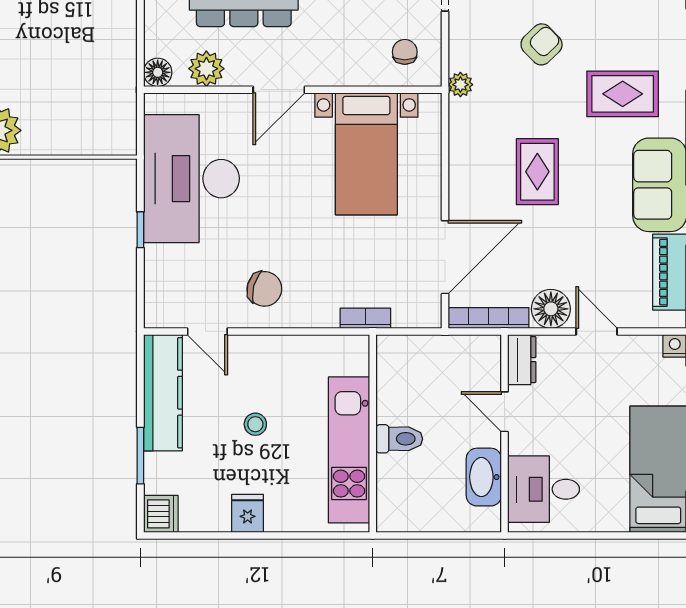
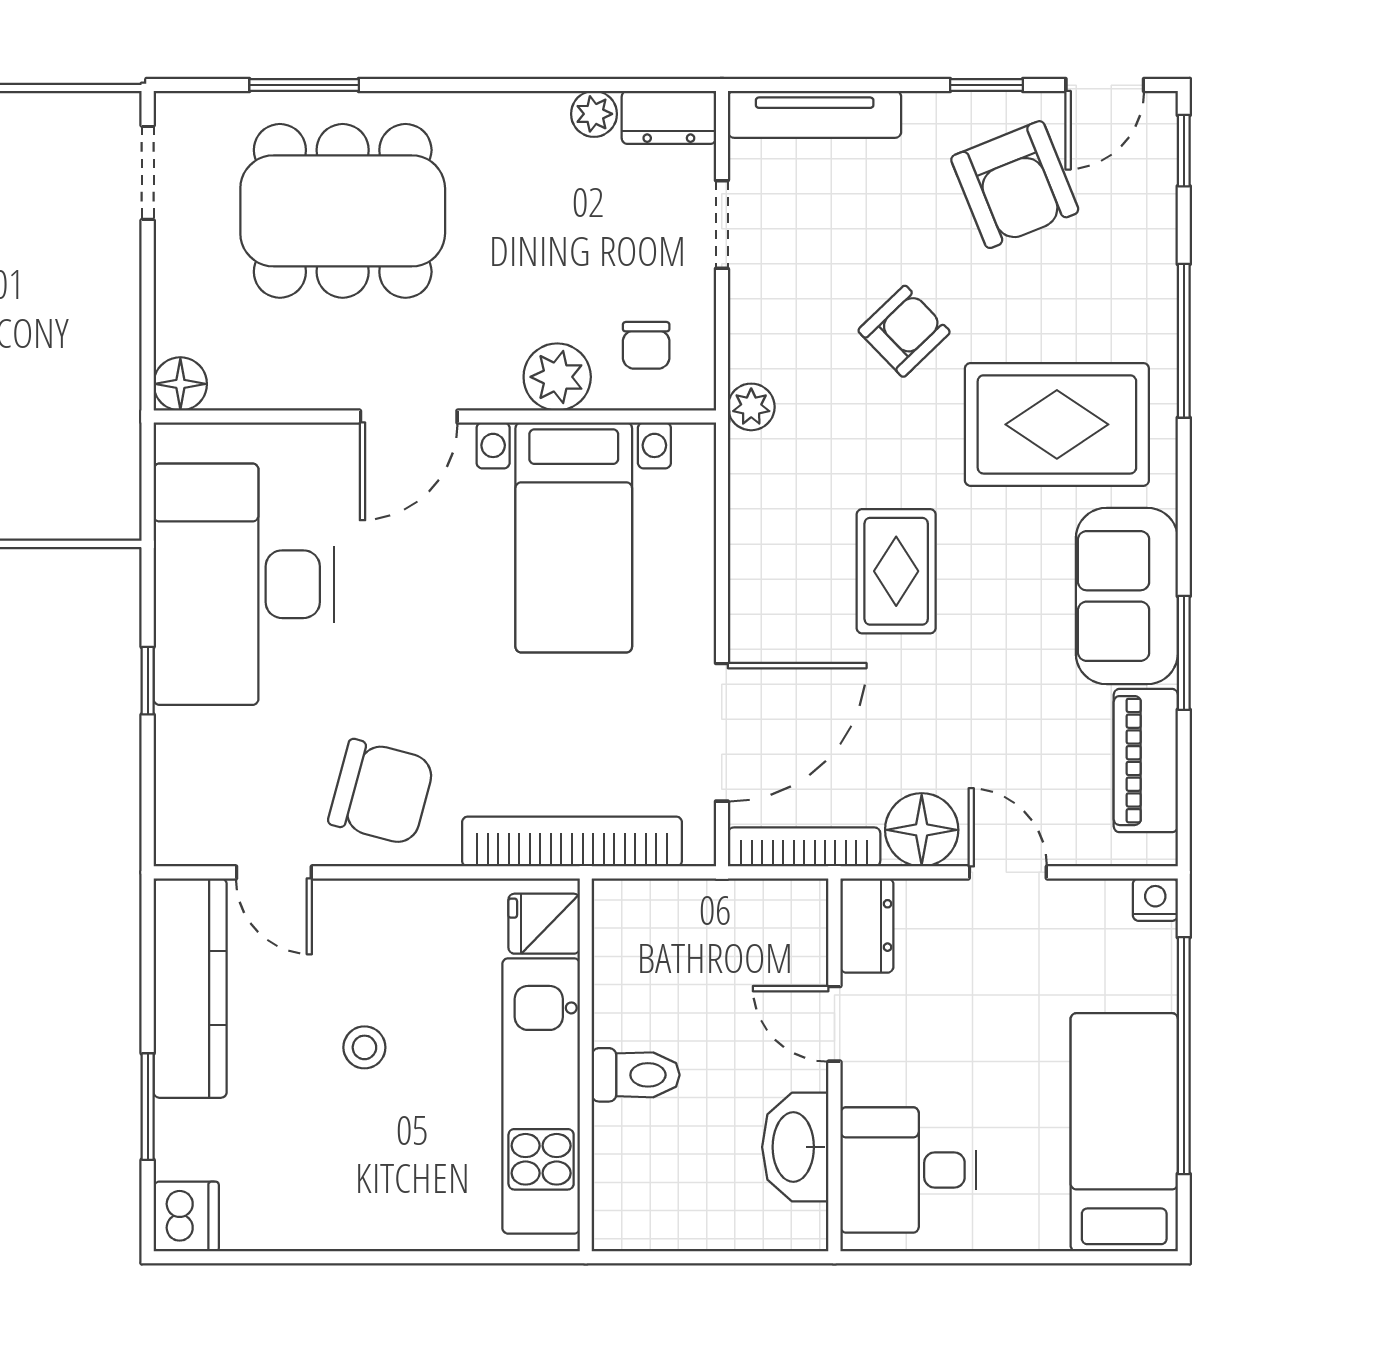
chair: (405, 52) -> (646, 345), turned 180
plant: (206, 69) -> (557, 377), moved
rug: (623, 94) -> (1057, 424), width x1.36, depth x1.43
chair: (264, 289) -> (381, 792), width x1.37, depth x1.37
bookcase: (365, 318) -> (572, 842), width x2.31, depth x1.31
fridge: (248, 513) -> (544, 924), moved, turned -90

